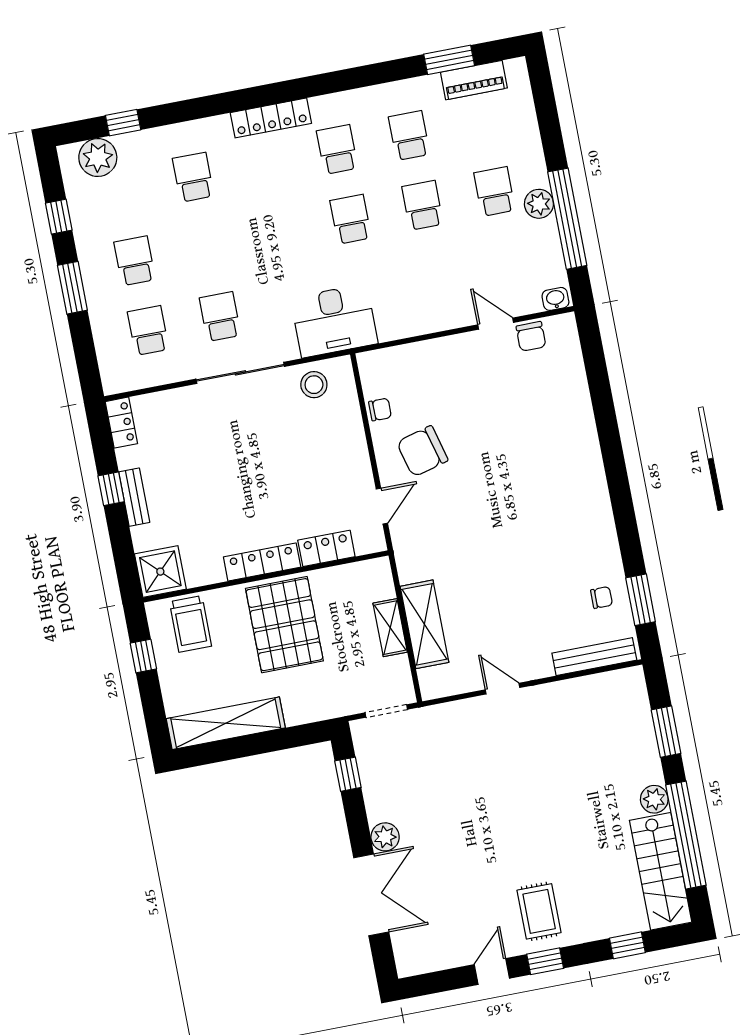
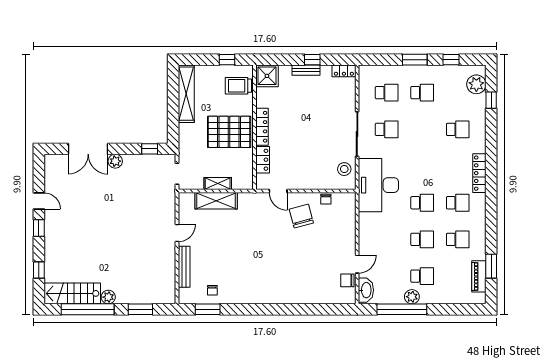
washbasin: (555, 299) -> (366, 290), width x1.91, depth x1.45
desk: (334, 321) -> (378, 185), width x1.36, depth x1.30
bench: (594, 657) -> (184, 267), moved
rug: (539, 911) -> (64, 230), removed

